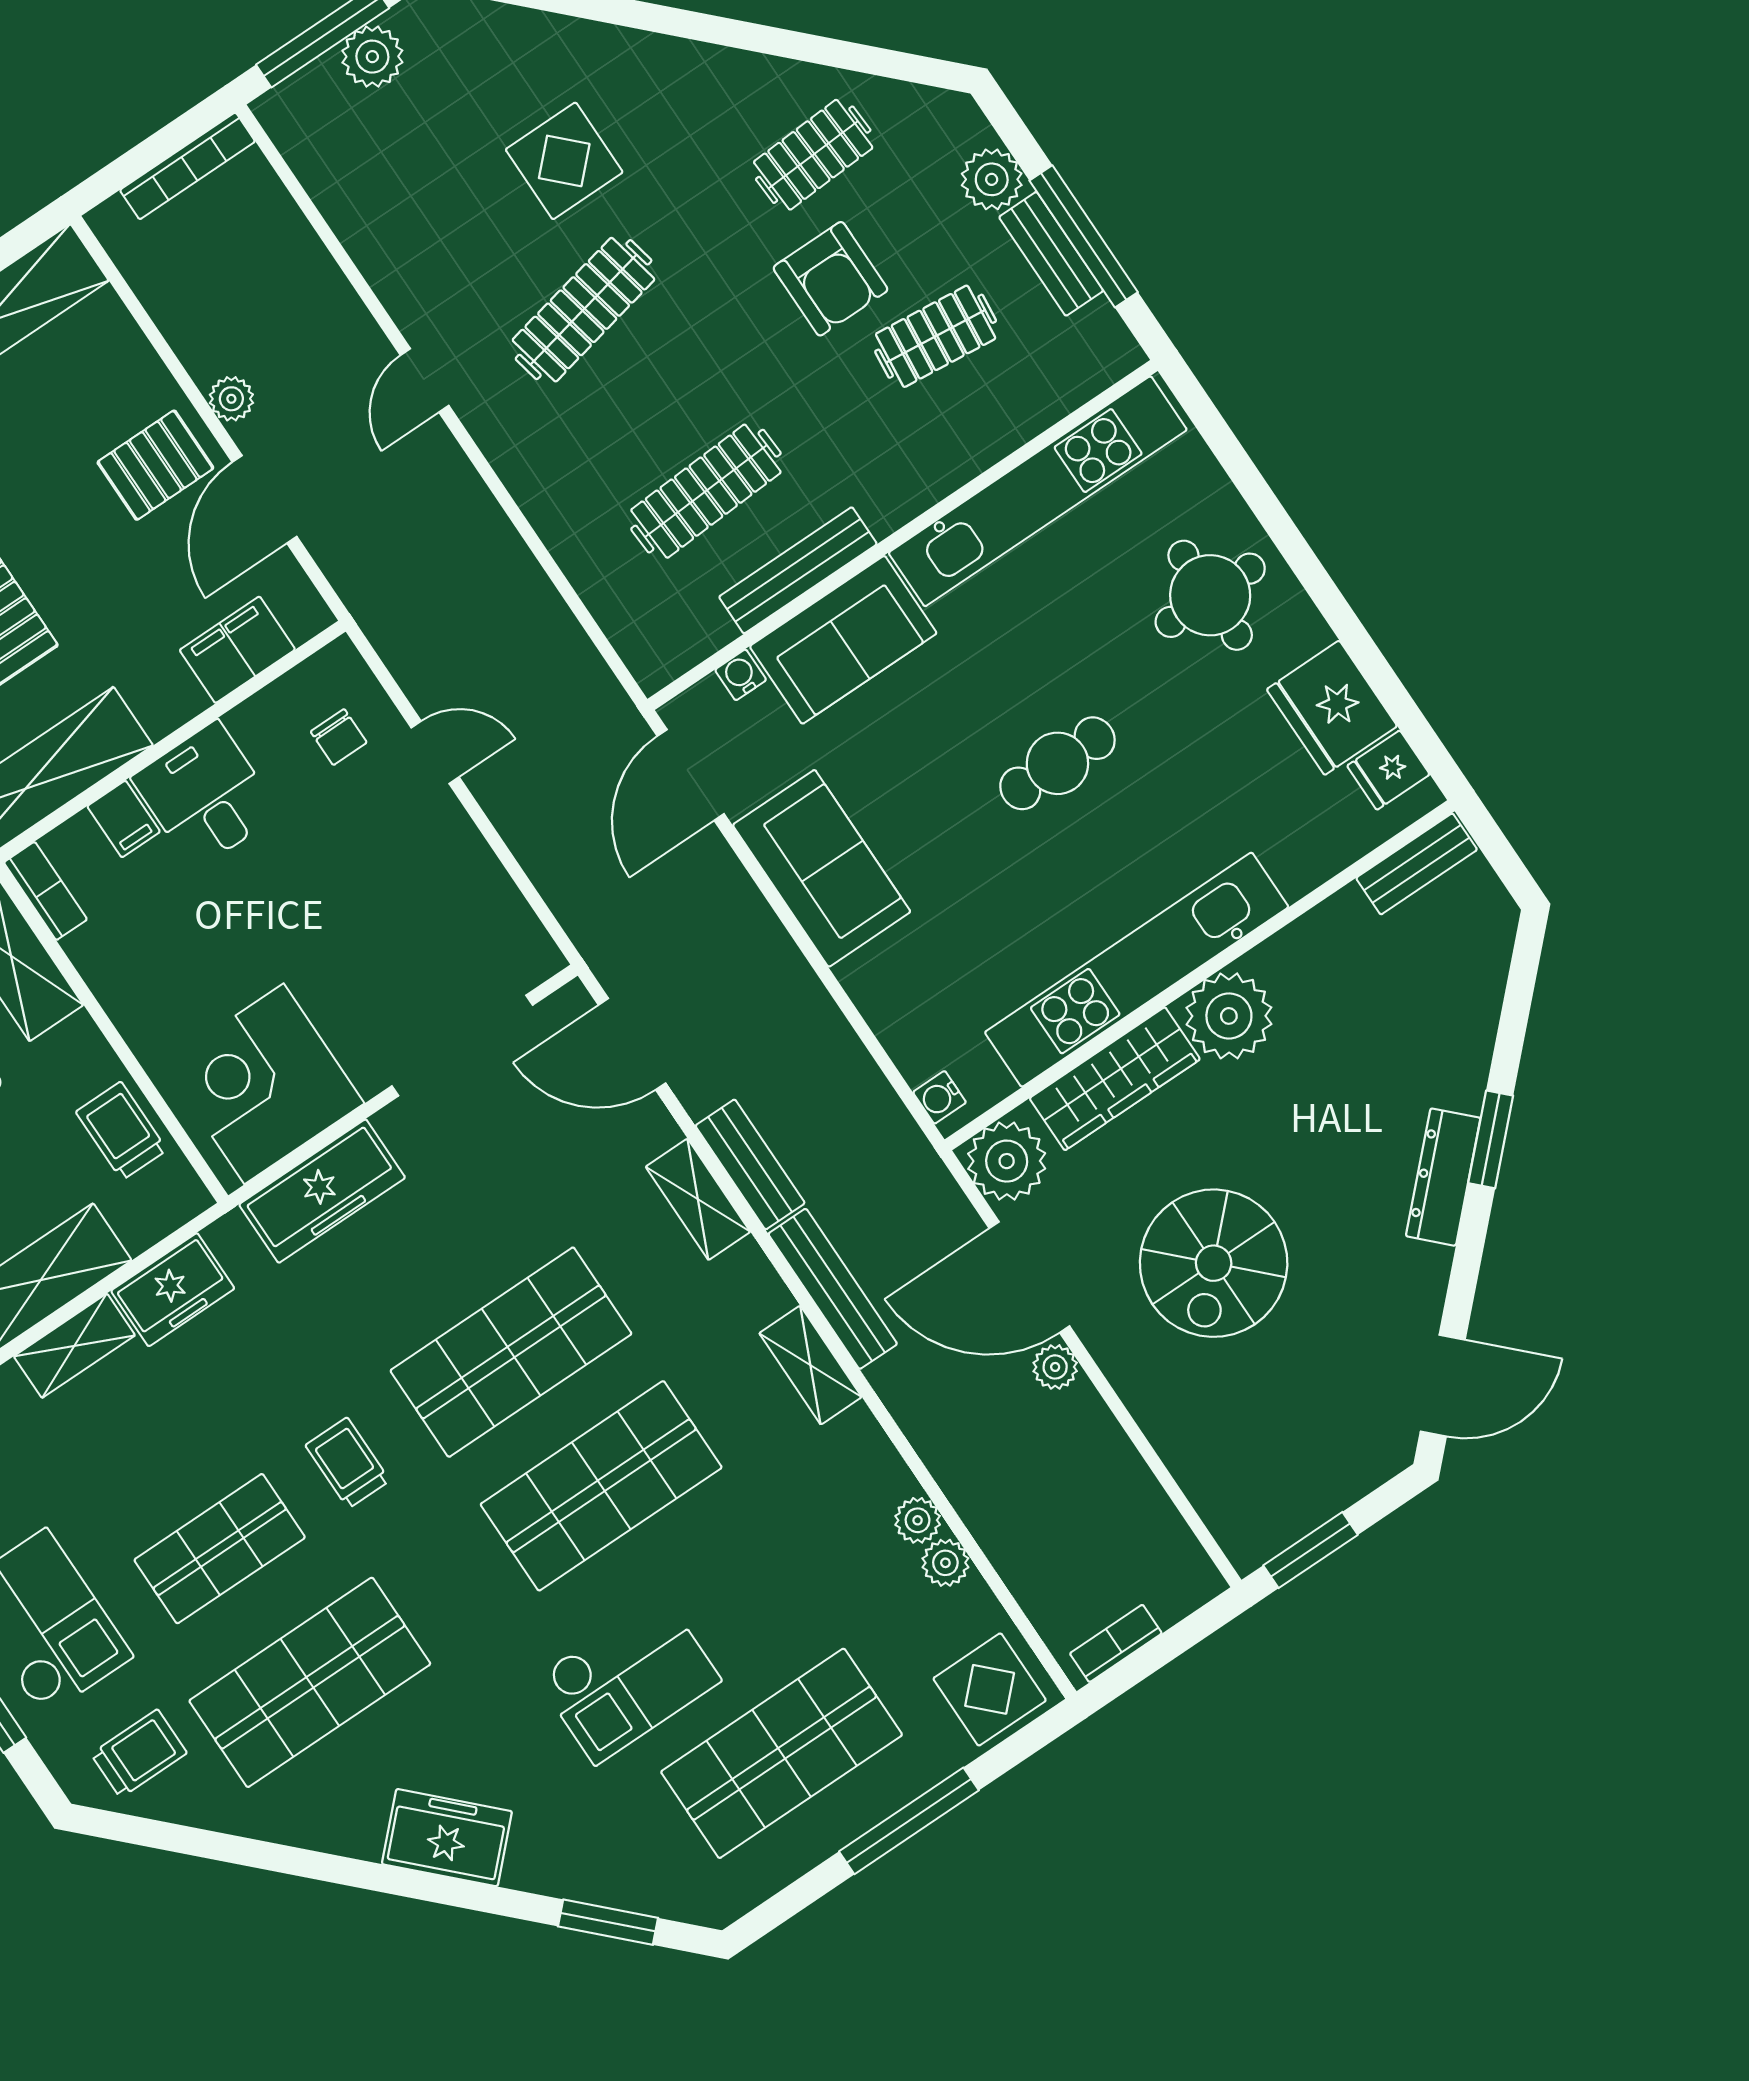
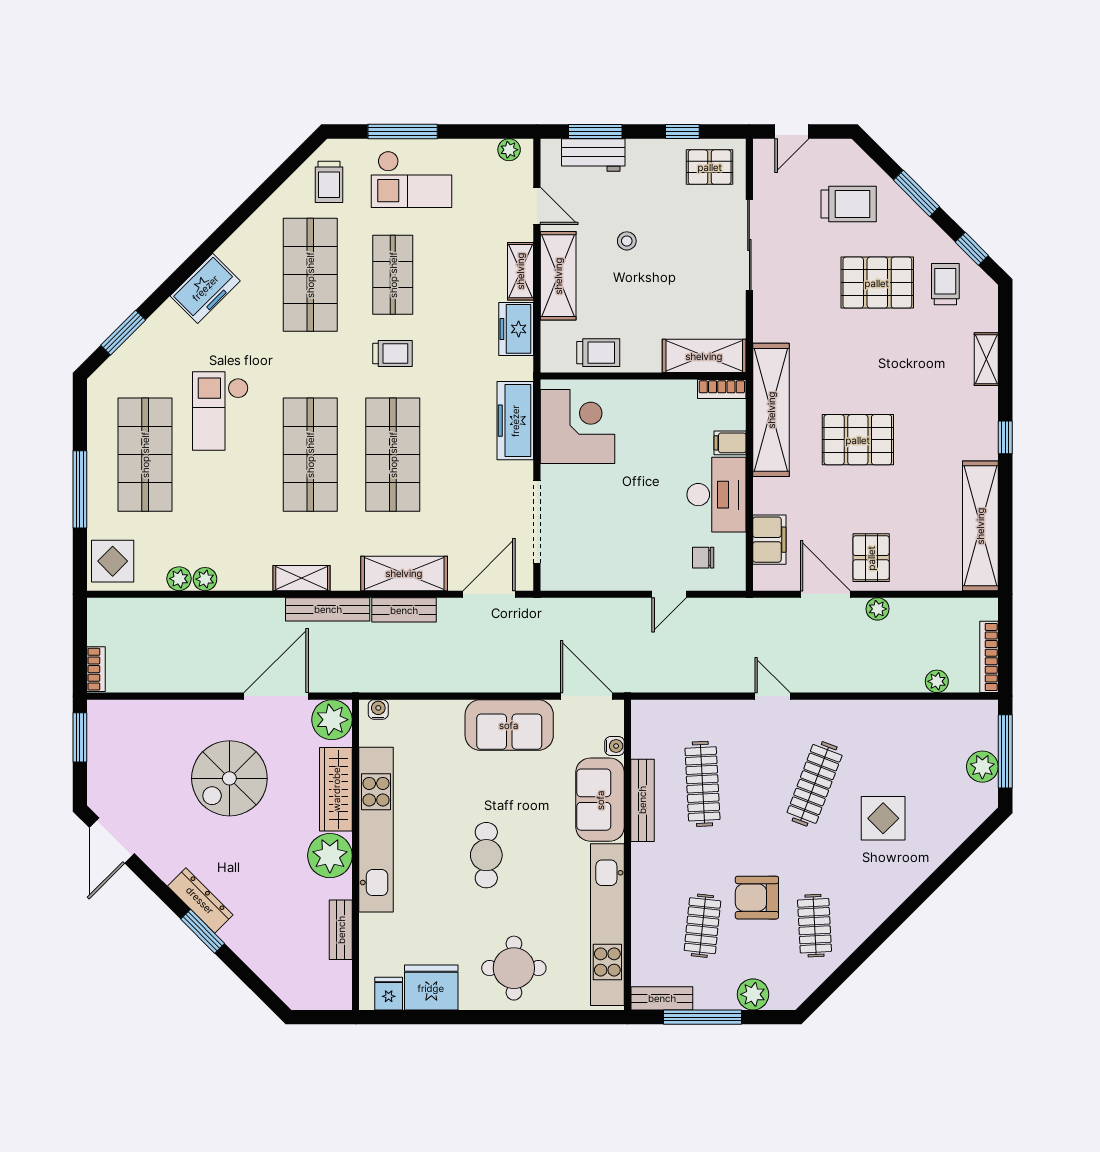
bench: (1051, 254) -> (662, 998), moved
clothes rail: (584, 310) -> (815, 784), turned 33
door: (425, 380) -> (773, 696), moved
desk: (206, 795) -> (716, 495), width x1.37
bench: (1417, 864) -> (341, 930), moved
shelving: (698, 1199) -> (404, 573), width x1.50, depth x1.33
spiral stairs: (1214, 1263) -> (229, 778), turned -90
plant: (1055, 1367) -> (937, 681), moved
bookcase: (1116, 1643) -> (96, 669), moved

